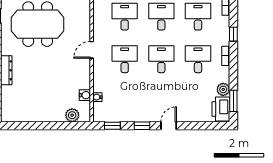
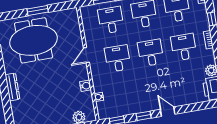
water cooler: (85, 95) -> (85, 86), moved
door: (169, 126) -> (168, 112), hinge flipped

